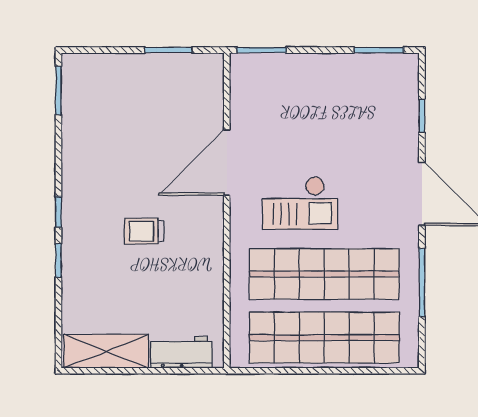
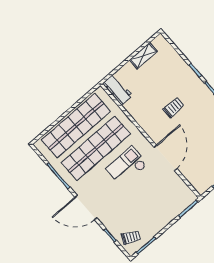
trolley: (392, 84) -> (131, 237), added
shelving: (106, 351) -> (143, 56), width x0.67, depth x0.75
workbench: (181, 352) -> (117, 89), moved, turned -90

